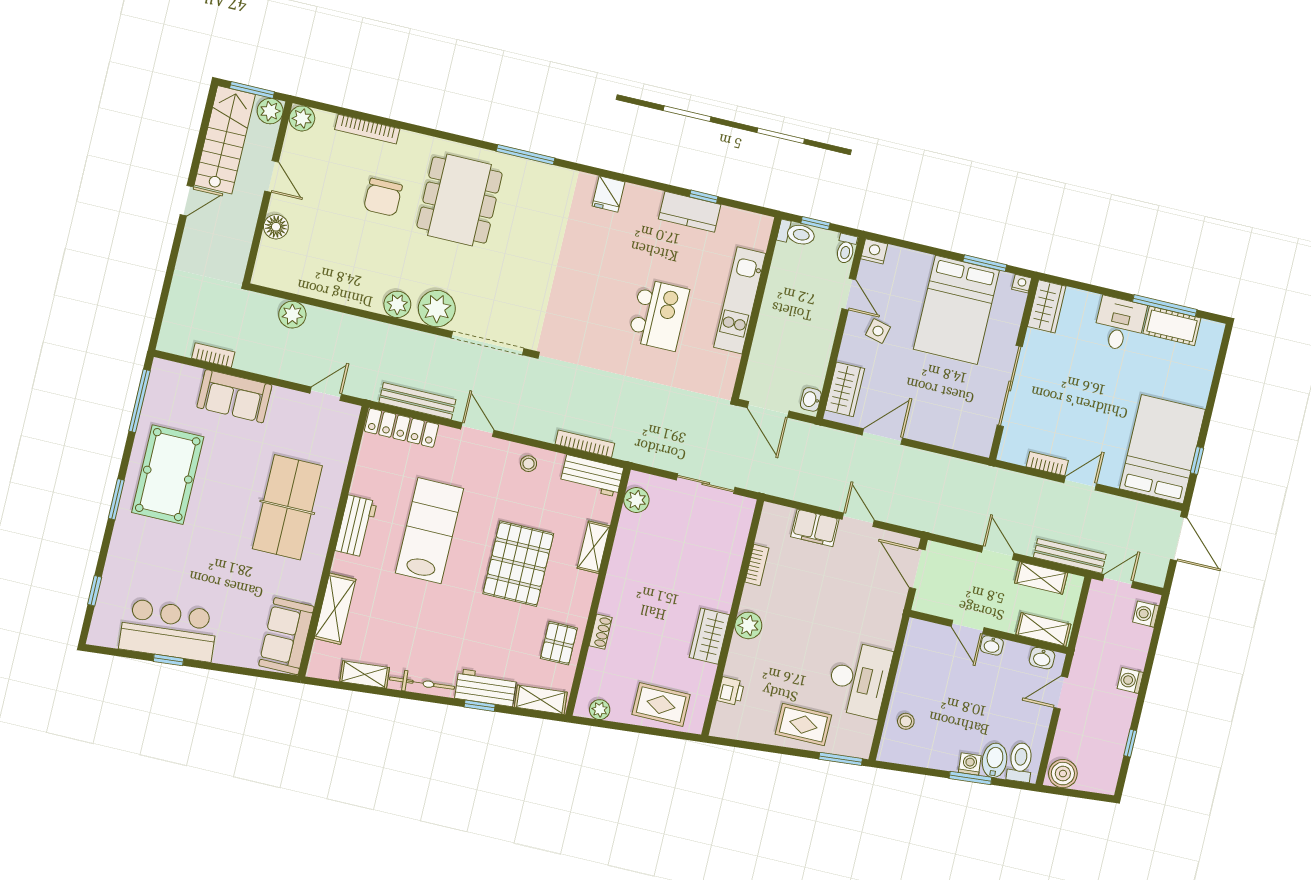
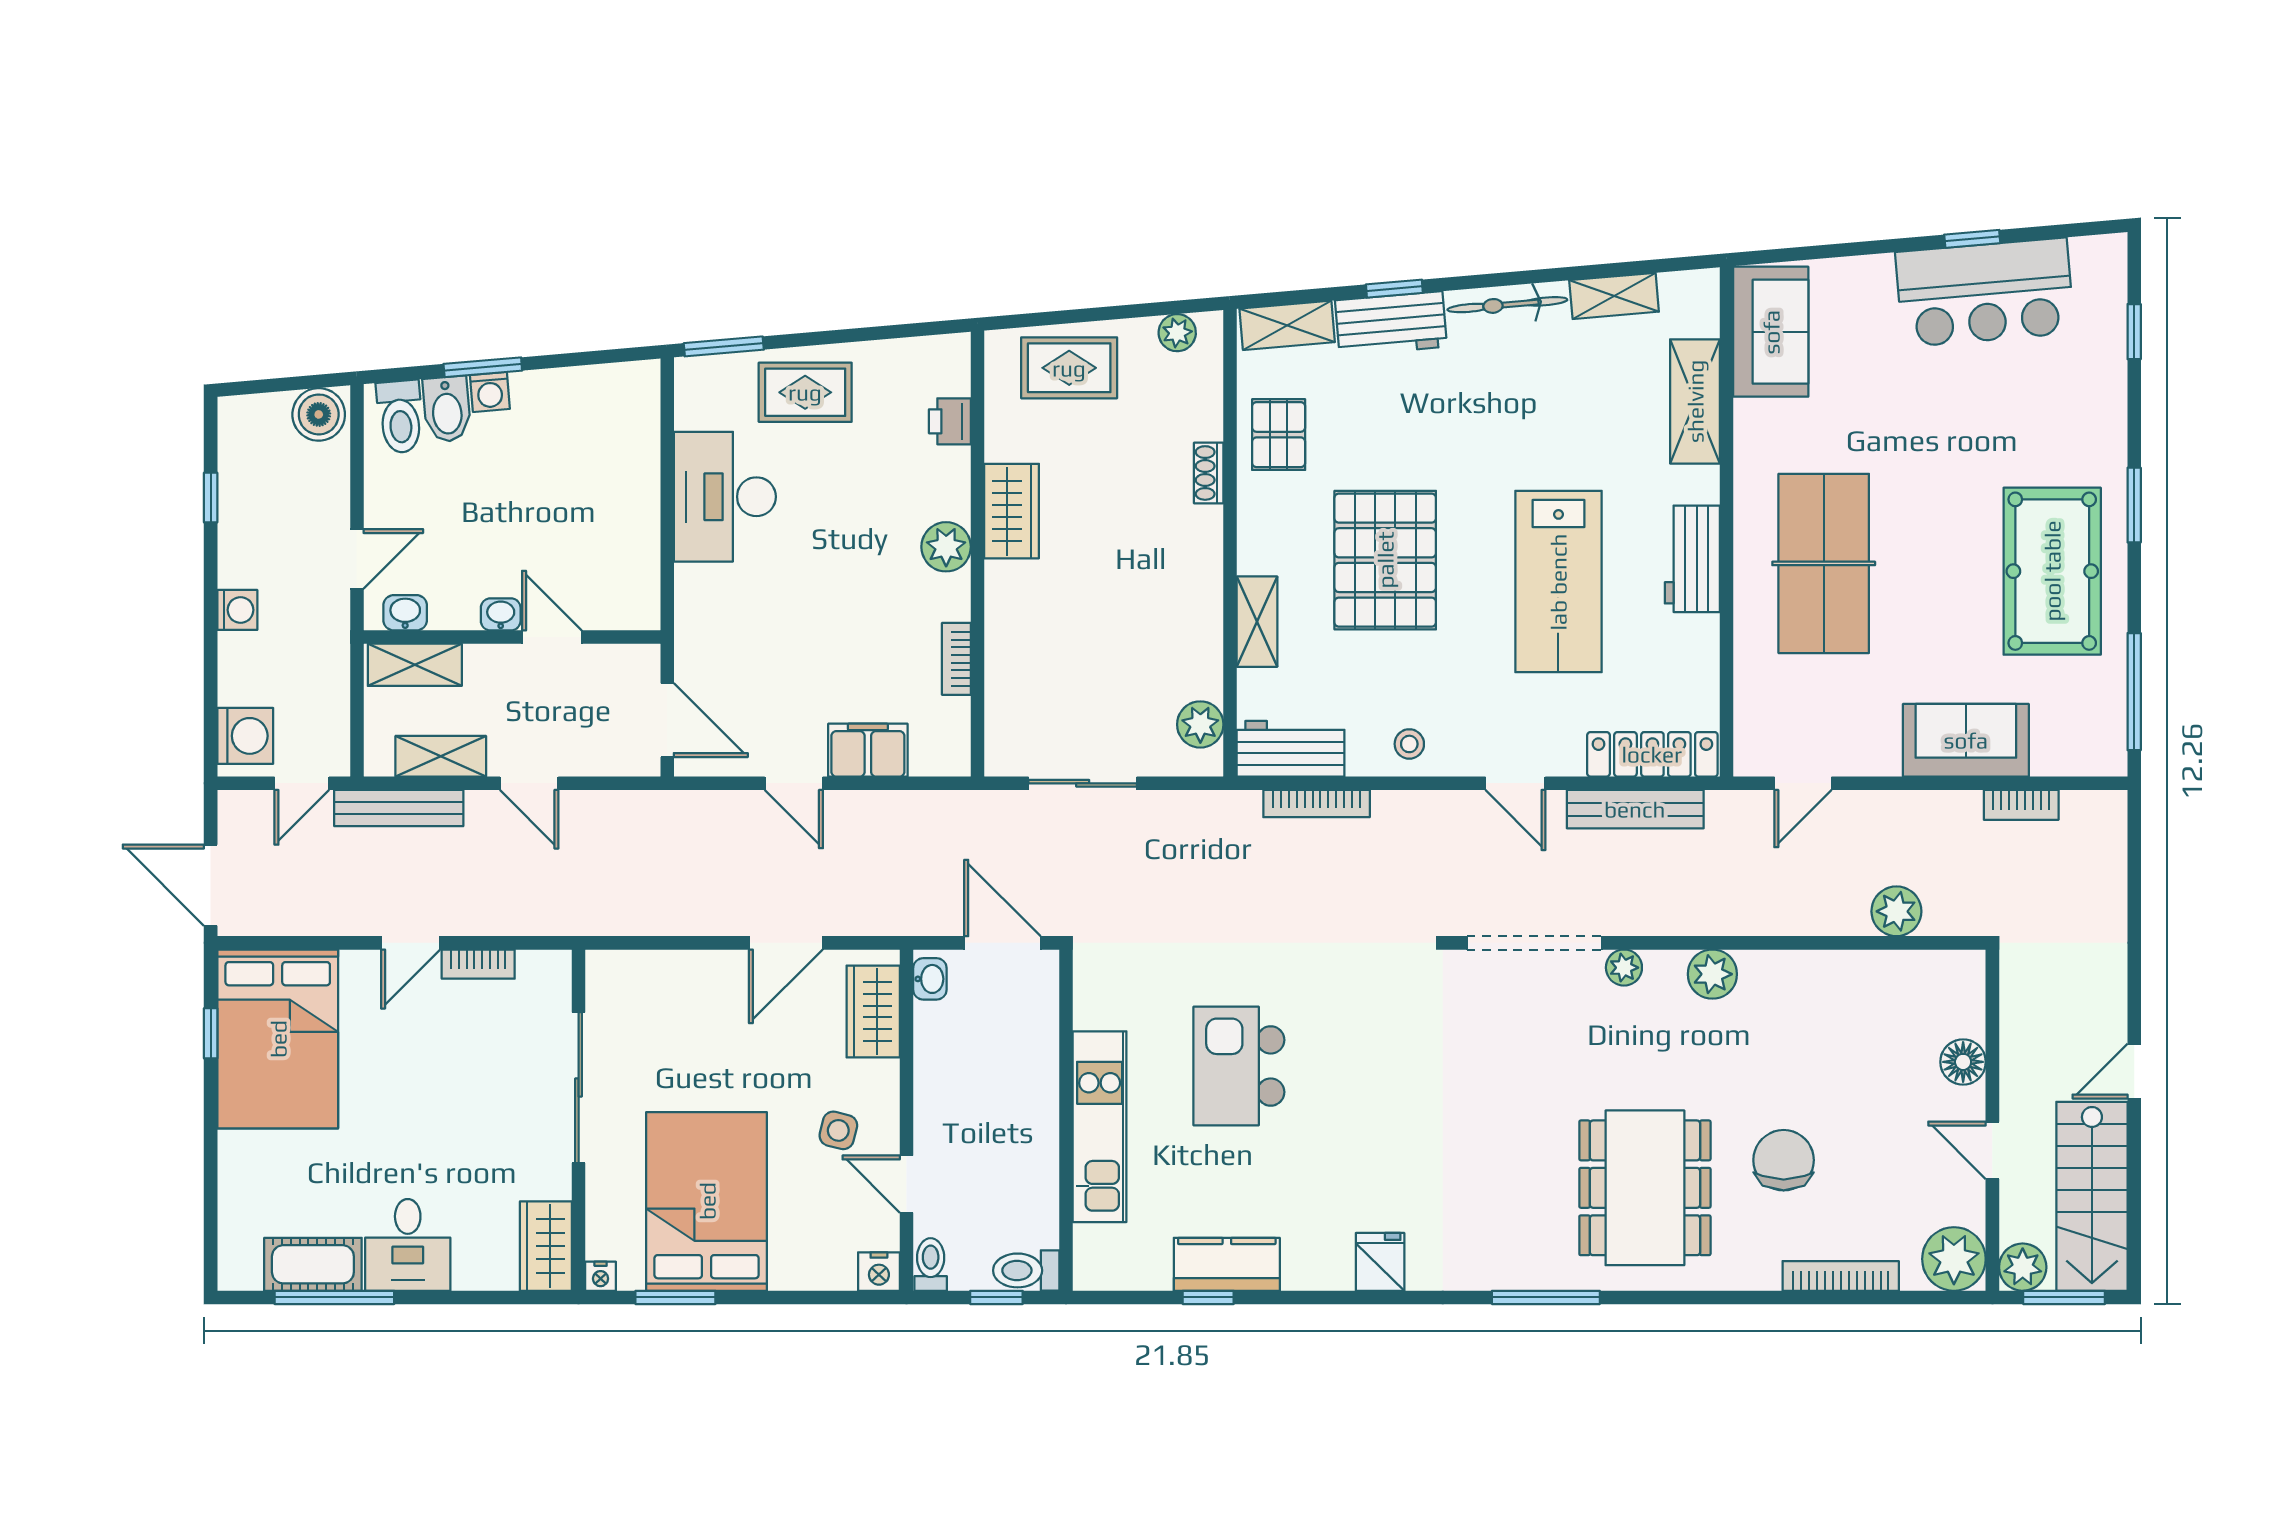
plant: (302, 118) -> (1954, 1259), width x1.36, depth x1.36
plant: (437, 309) -> (1624, 968), width x0.53, depth x0.53
washing machine: (1146, 614) -> (245, 736), width x1.38, depth x1.38
stool: (906, 721) -> (623, 442), removed

